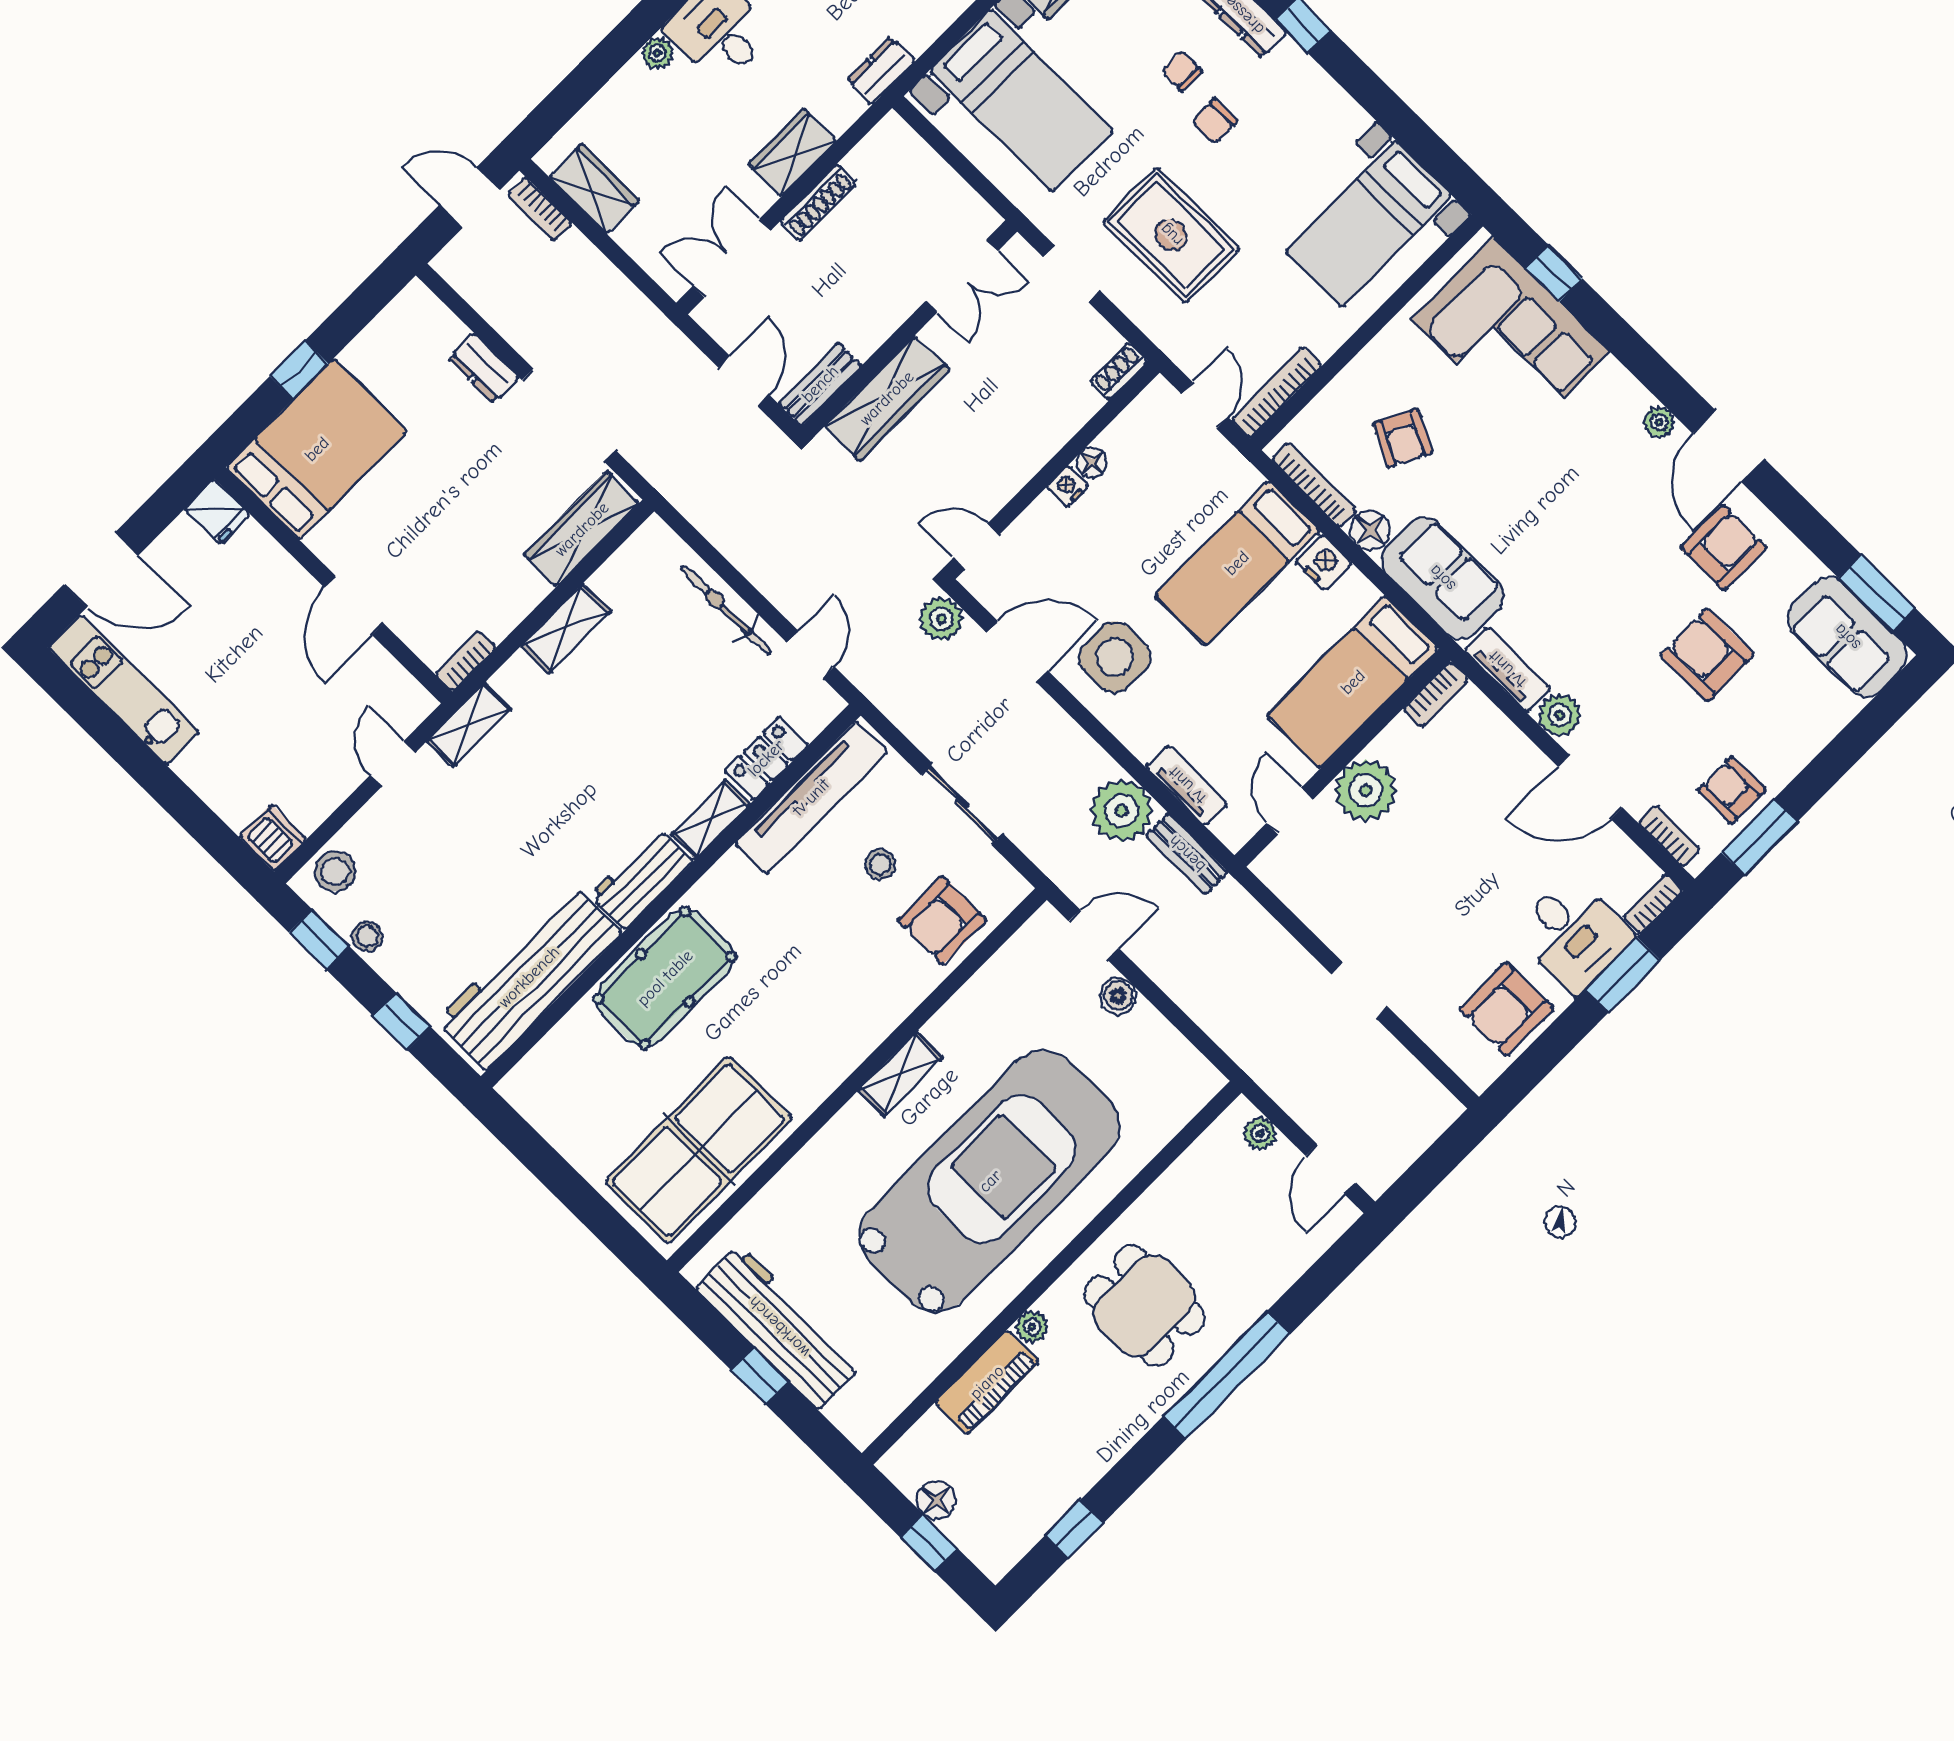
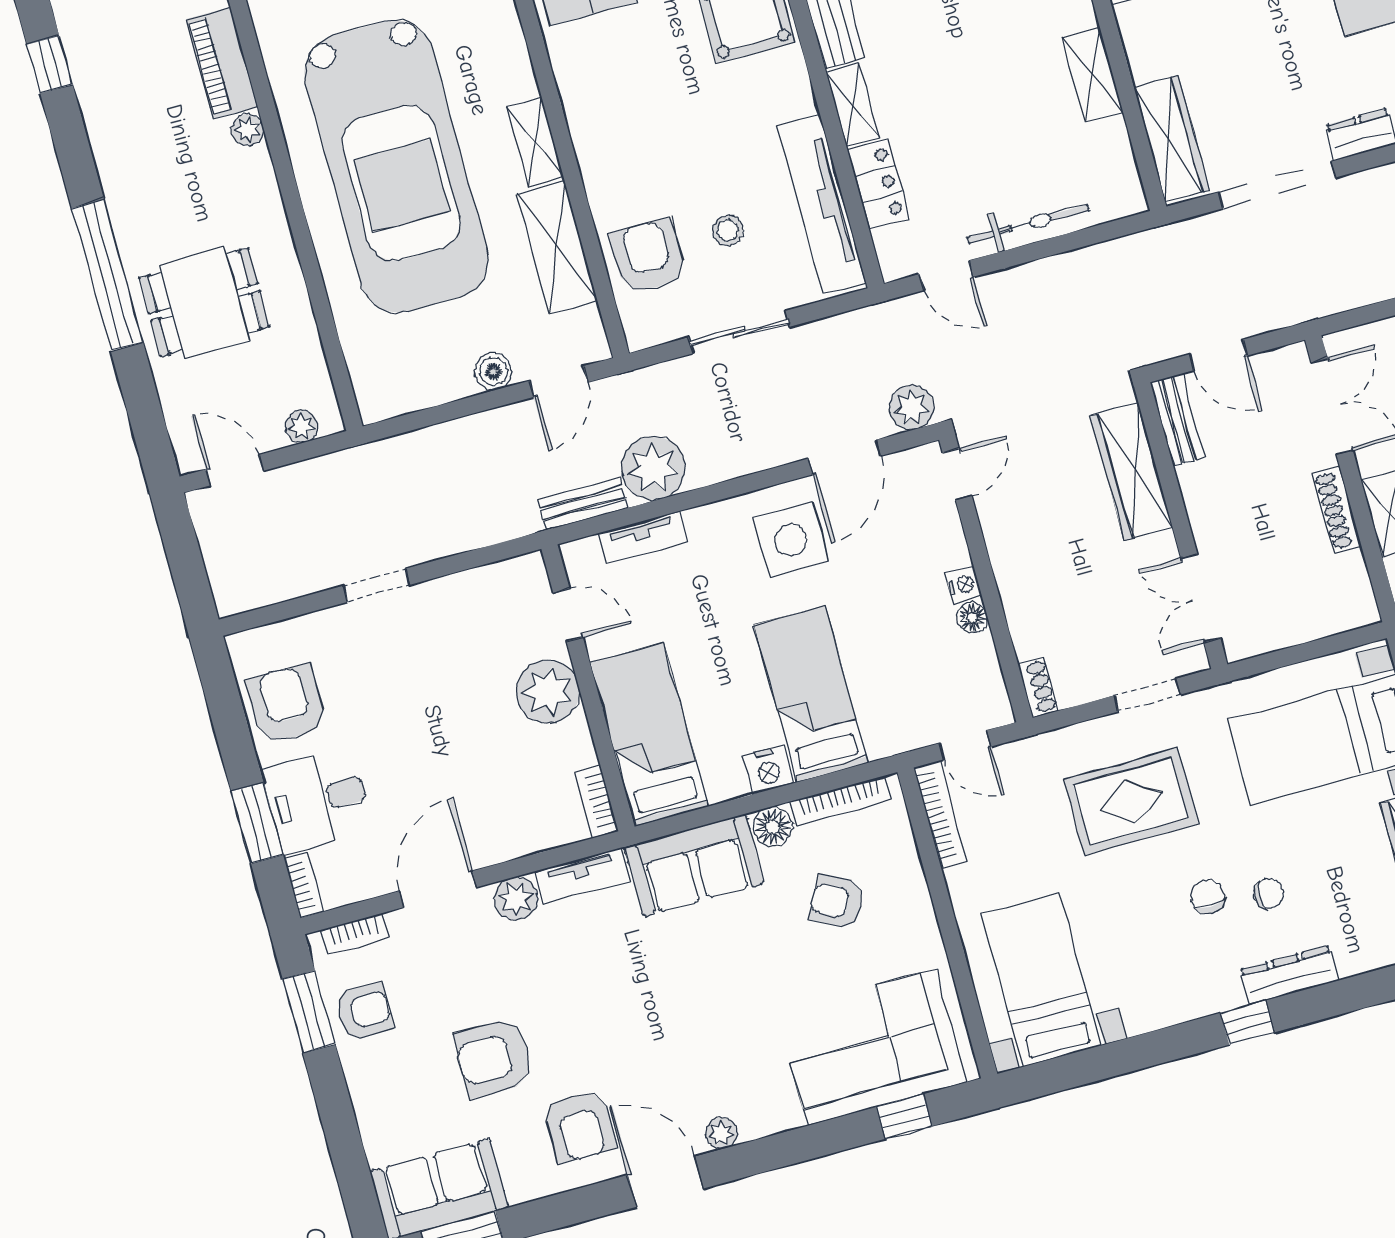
armchair: (1707, 655) -> (494, 1058), turned 180
shelving: (979, 1003) -> (557, 247), added
dining table: (1144, 1306) -> (204, 302), moved

